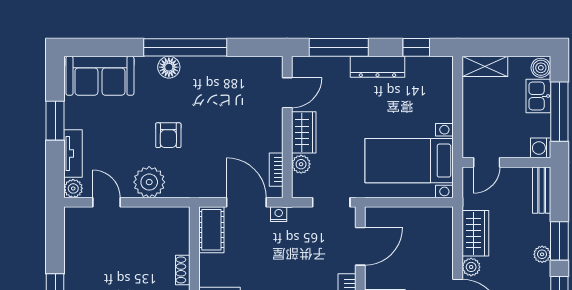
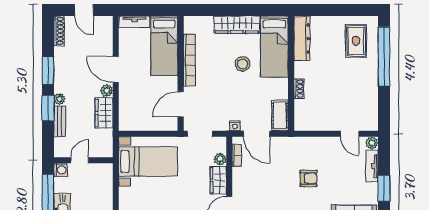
armchair: (168, 135) -> (309, 178), turned 90
door: (487, 162) -> (80, 160), moved
plant: (149, 182) -> (321, 147), removed
bench: (542, 190) -> (60, 121), moved

